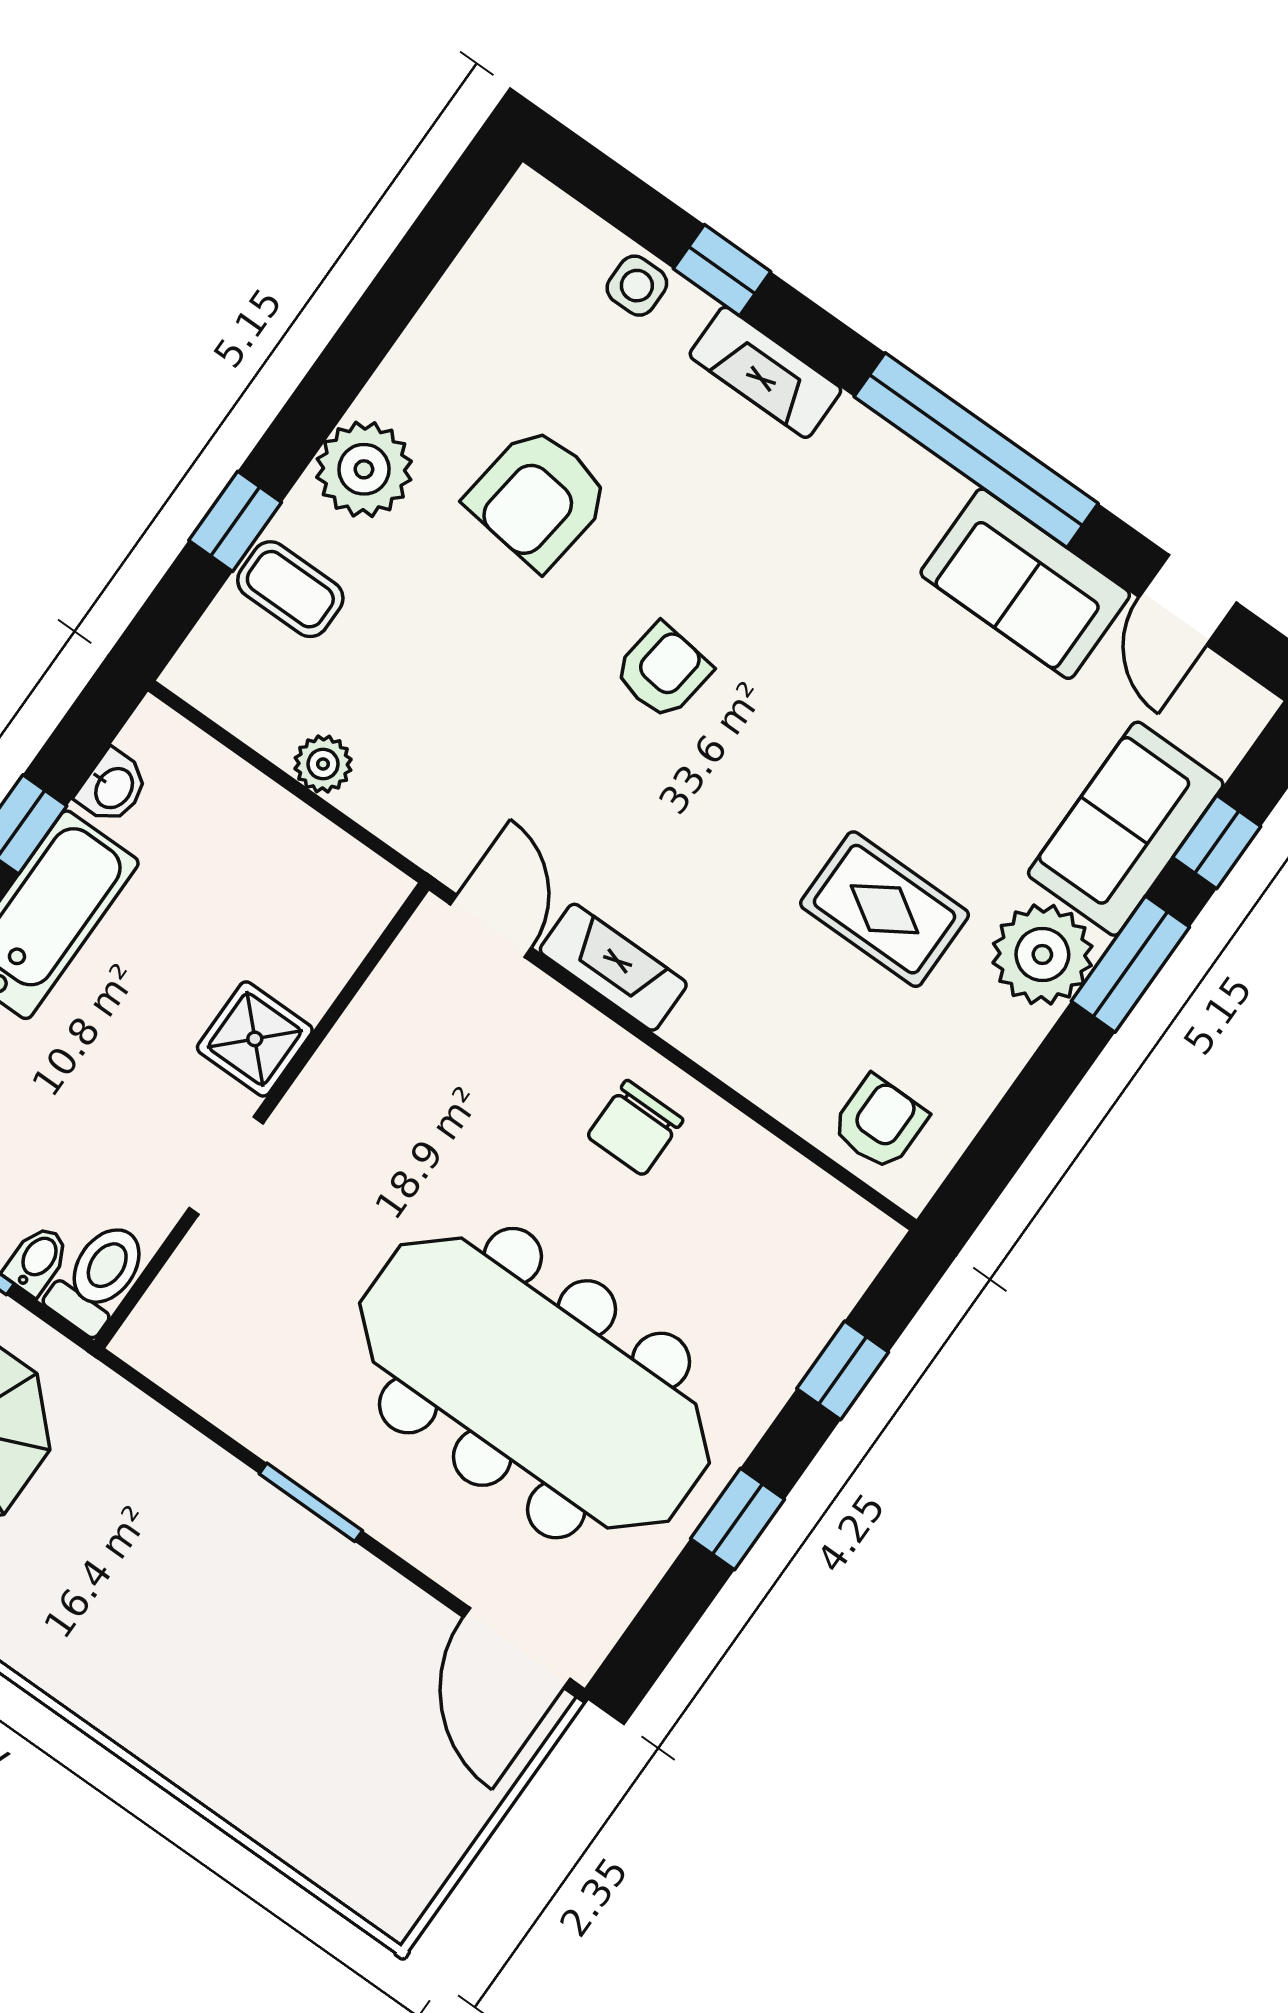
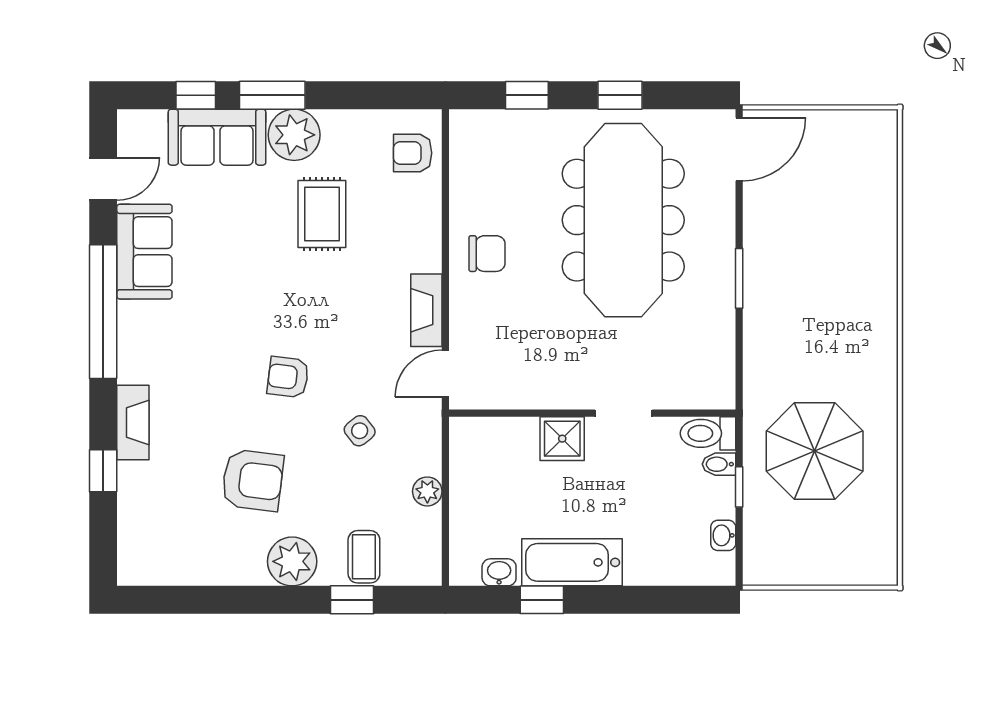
side table: (637, 286) -> (360, 431), moved, turned -38

